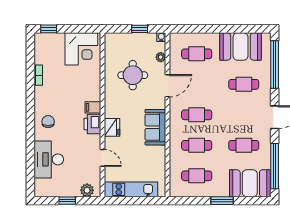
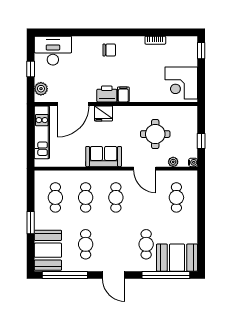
booth: (240, 46) -> (177, 258), moved, turned 90
door: (102, 158) -> (73, 104), width x1.88
desk: (49, 159) -> (53, 51), moved

